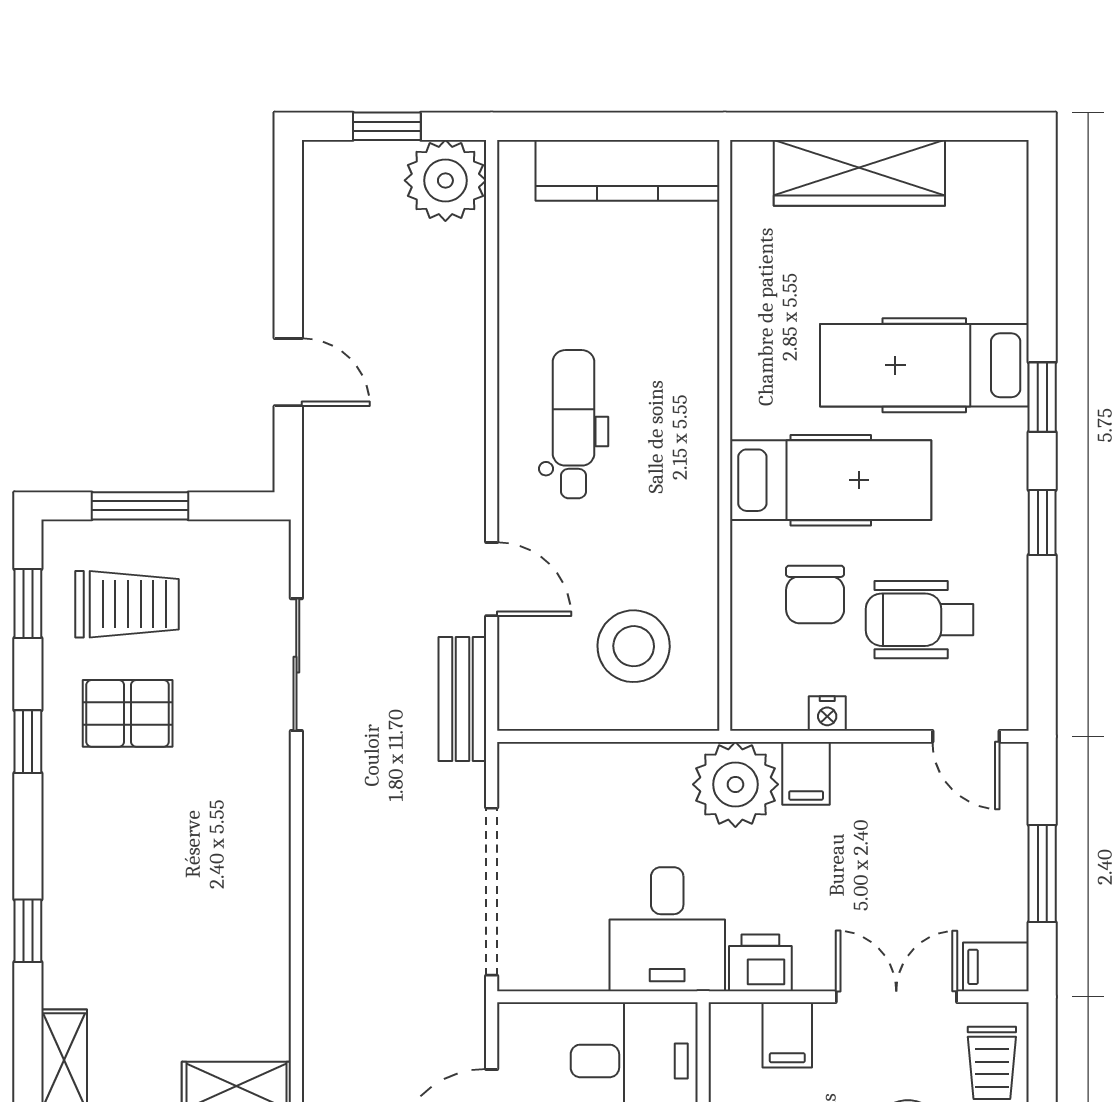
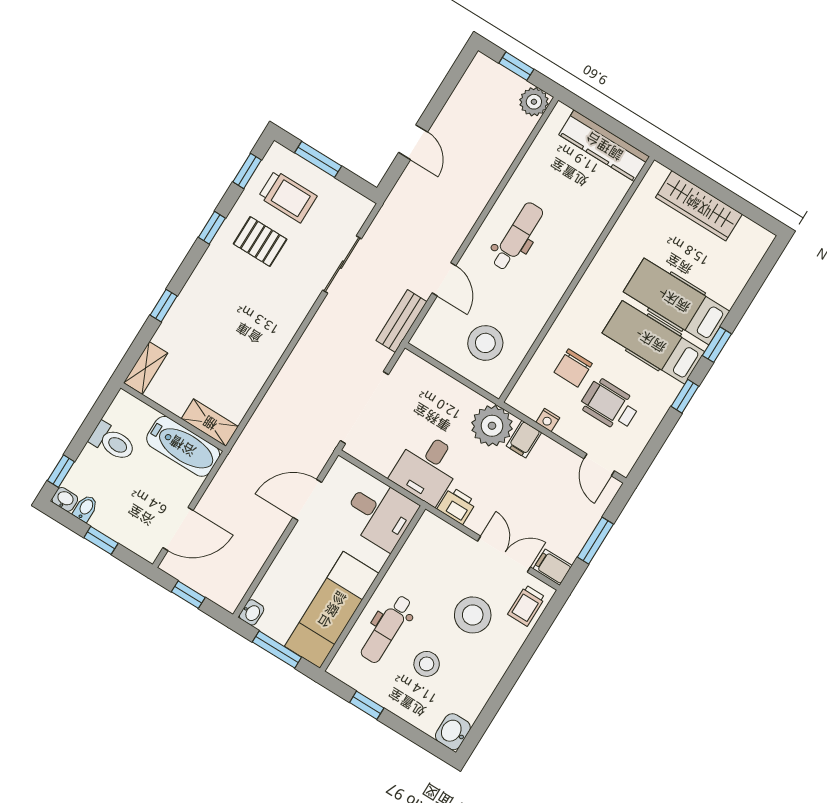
plant: (445, 180) -> (534, 102), width x0.73, depth x0.73
hospital bed: (831, 480) -> (653, 342), moved, turned 180
filing cabinet: (787, 1035) -> (449, 542), removed

